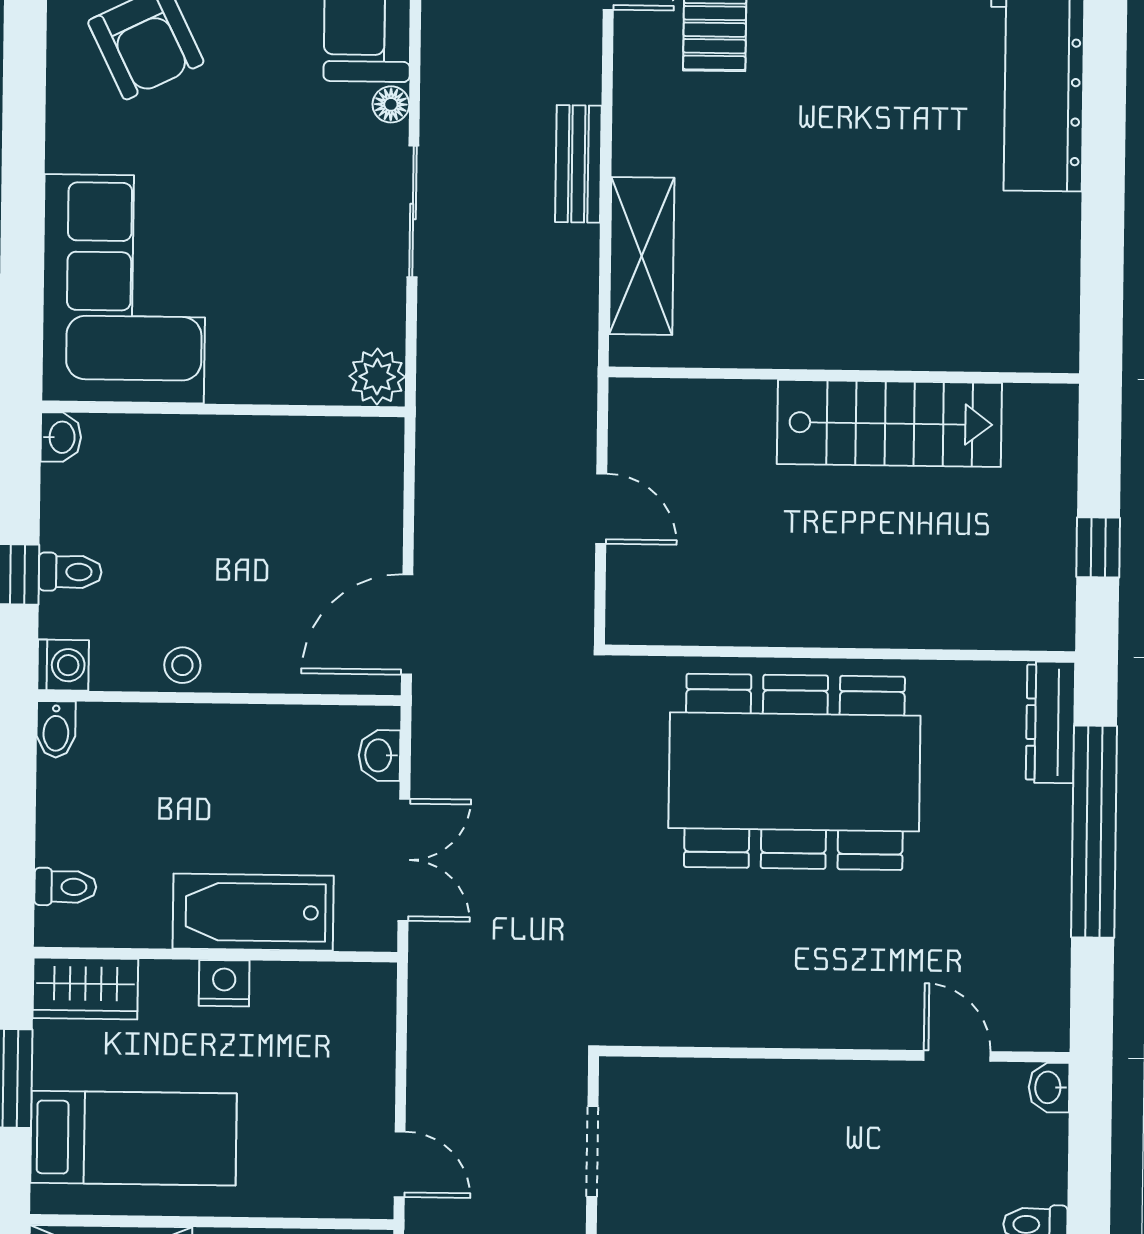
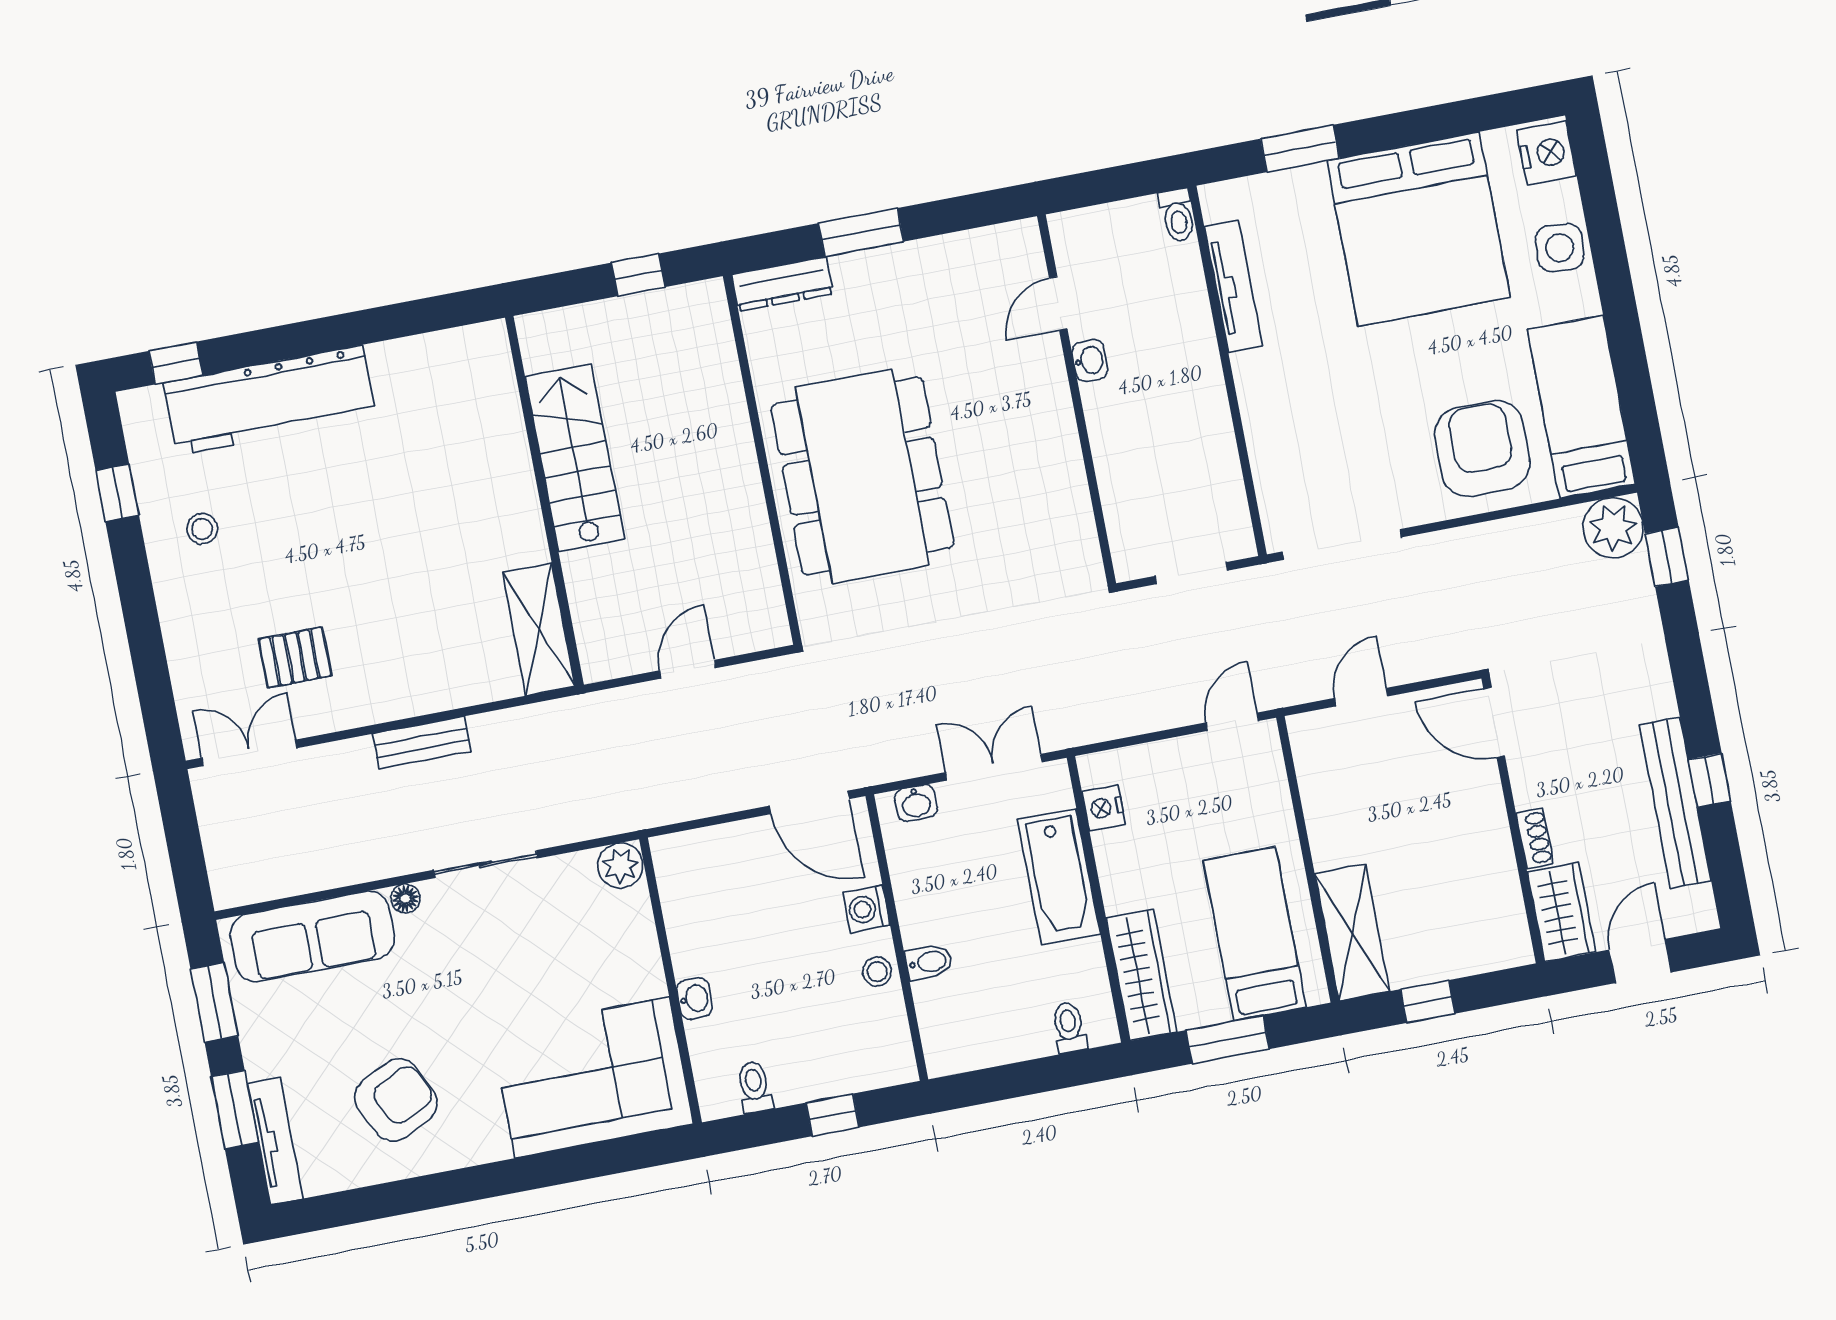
shelving: (642, 256) -> (539, 629), moved, turned 90
washbasin: (61, 437) -> (695, 999), moved, turned 90
toilet: (70, 572) -> (754, 1087), moved
washing machine: (63, 665) -> (866, 909), moved, turned -90
bidet: (56, 729) -> (929, 962), moved
window: (1094, 832) -> (861, 232), width x0.47
nightstand: (224, 983) -> (1104, 808), moved
wardrobe: (85, 988) -> (1141, 975), width x1.50
washbasin: (1049, 1087) -> (1090, 360), moved, turned -90

